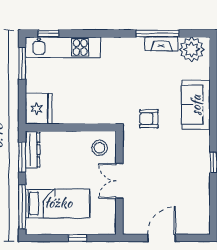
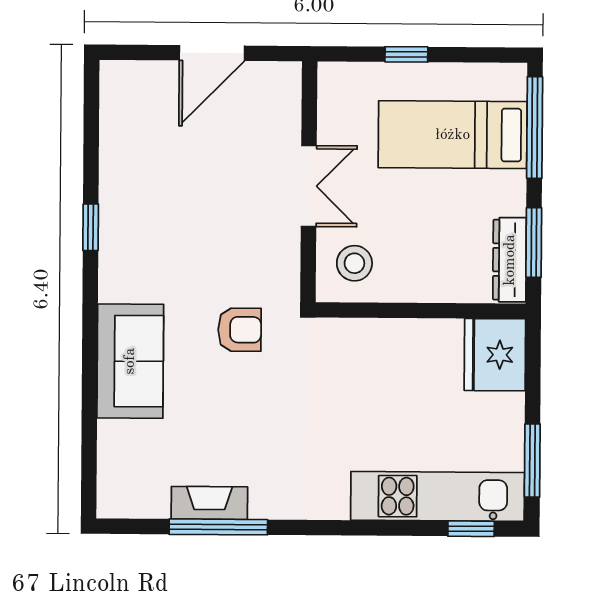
plant: (192, 49) -> (139, 490), removed

